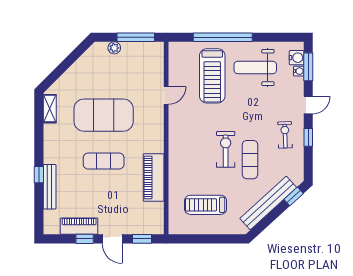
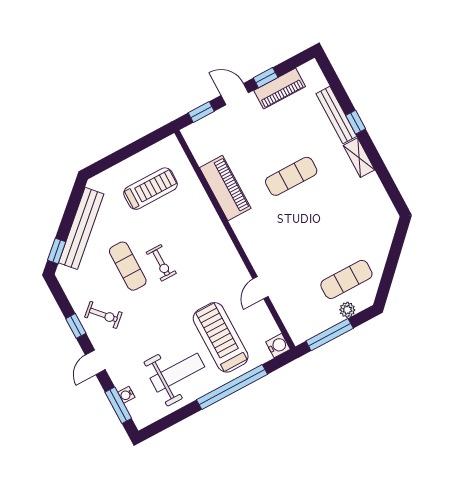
water cooler: (297, 58) -> (278, 346), moved, turned 180
shelving: (50, 109) -> (359, 158), moved
exercise mat: (104, 115) -> (346, 279), moved, width x0.50, depth x0.69
exercise bike: (285, 135) -> (103, 315), turned -40
exercise bike: (226, 149) -> (161, 263), width x0.73, depth x0.72

